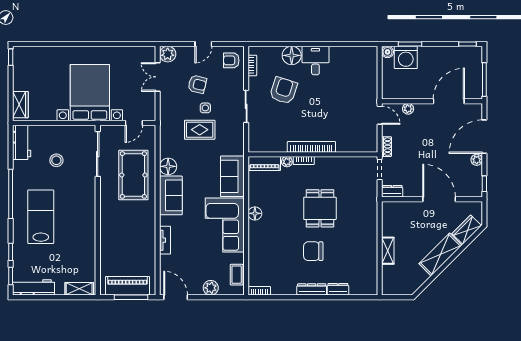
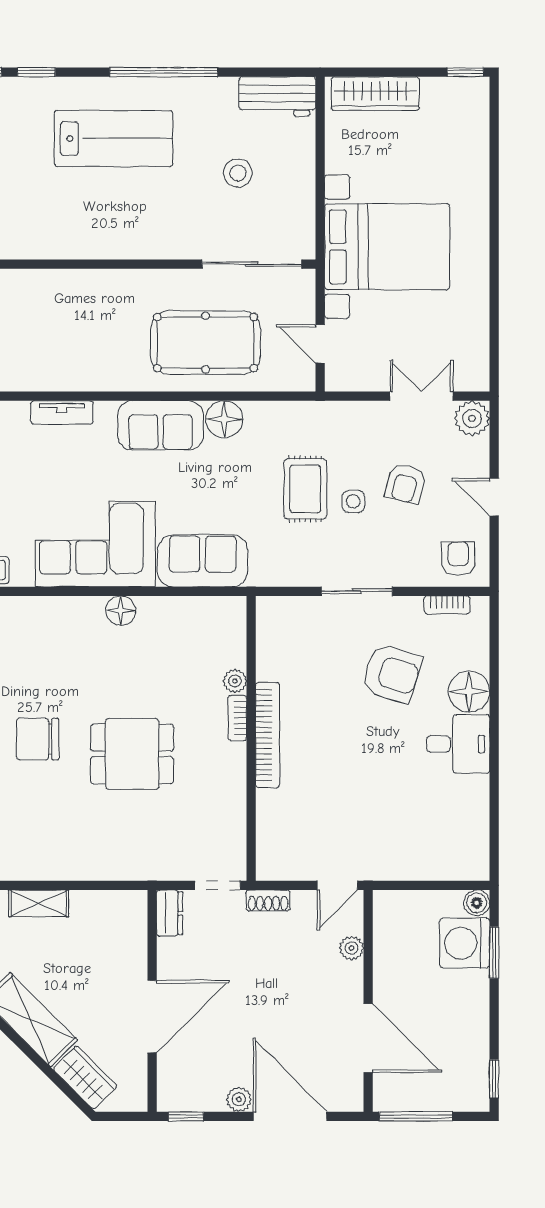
wardrobe: (20, 105) -> (375, 94), width x1.50
piano: (264, 164) -> (231, 632), removed
chair: (313, 251) -> (38, 739), turned -90

